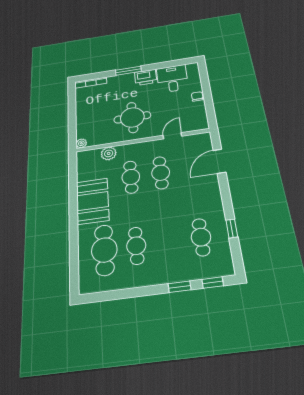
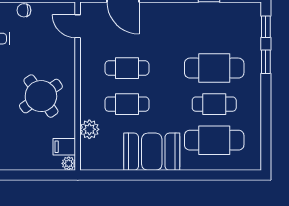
round table: (132, 117) -> (41, 96), turned -35
door: (172, 136) -> (78, 26), moved
filing cabinet: (94, 139) -> (64, 147), added
cafe table: (201, 237) -> (214, 68), moved, width x1.37, depth x1.35

